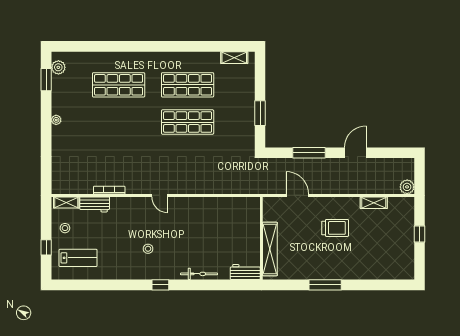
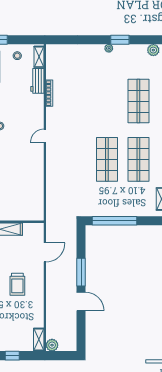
window: (46, 80) -> (120, 40), moved
window: (260, 113) -> (114, 221), width x2.11
window: (309, 153) -> (81, 272), moved
shelving: (374, 203) -> (39, 339), moved

